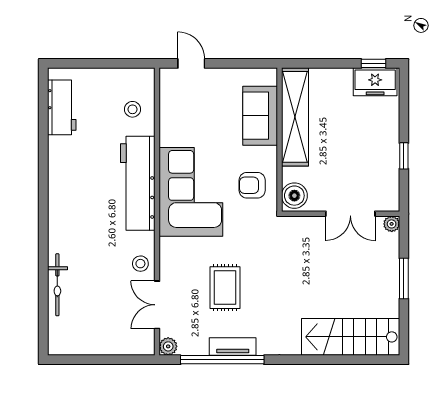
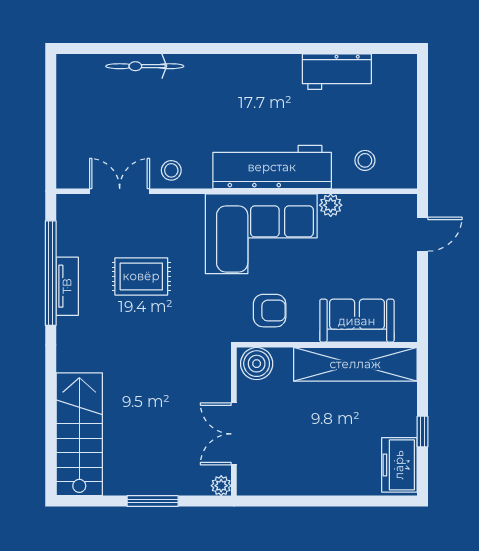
window: (374, 63) -> (423, 432), moved
workbench: (62, 107) -> (337, 72), moved
window: (404, 156) -> (306, 501), removed
armchair: (252, 185) -> (270, 311), turned 90
plant: (168, 346) -> (331, 205), moved

